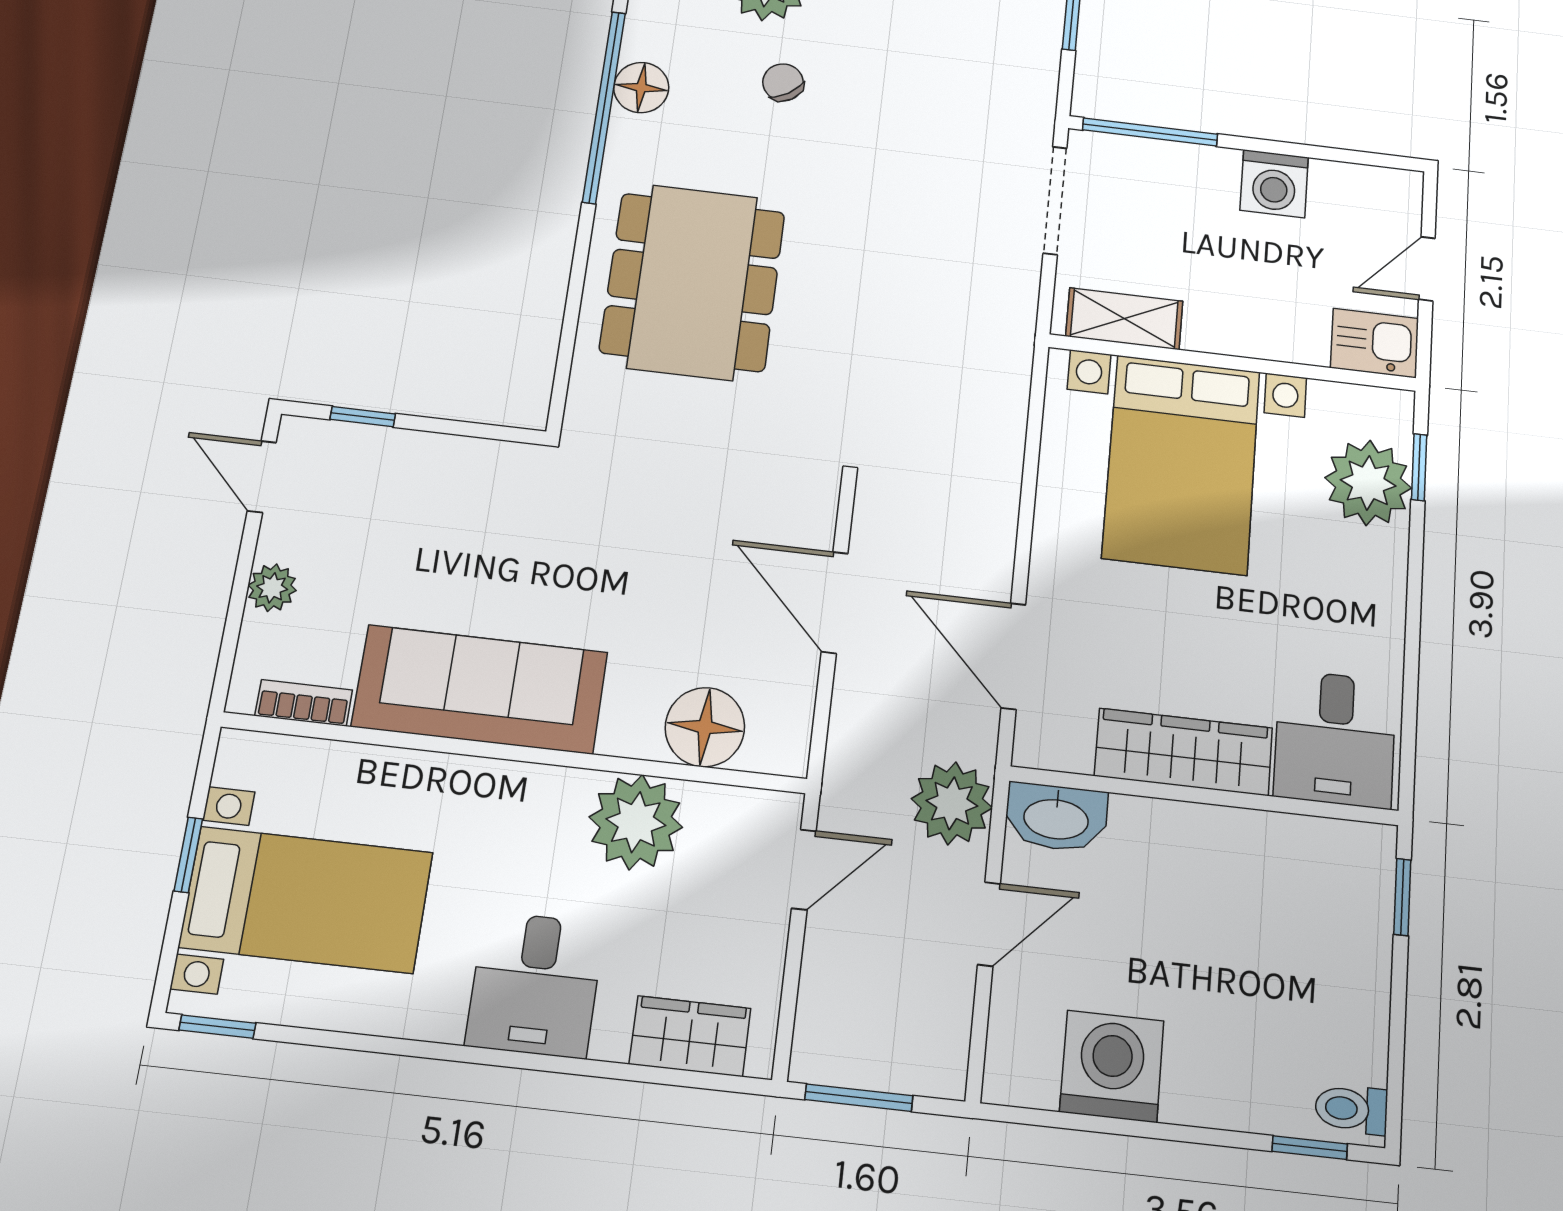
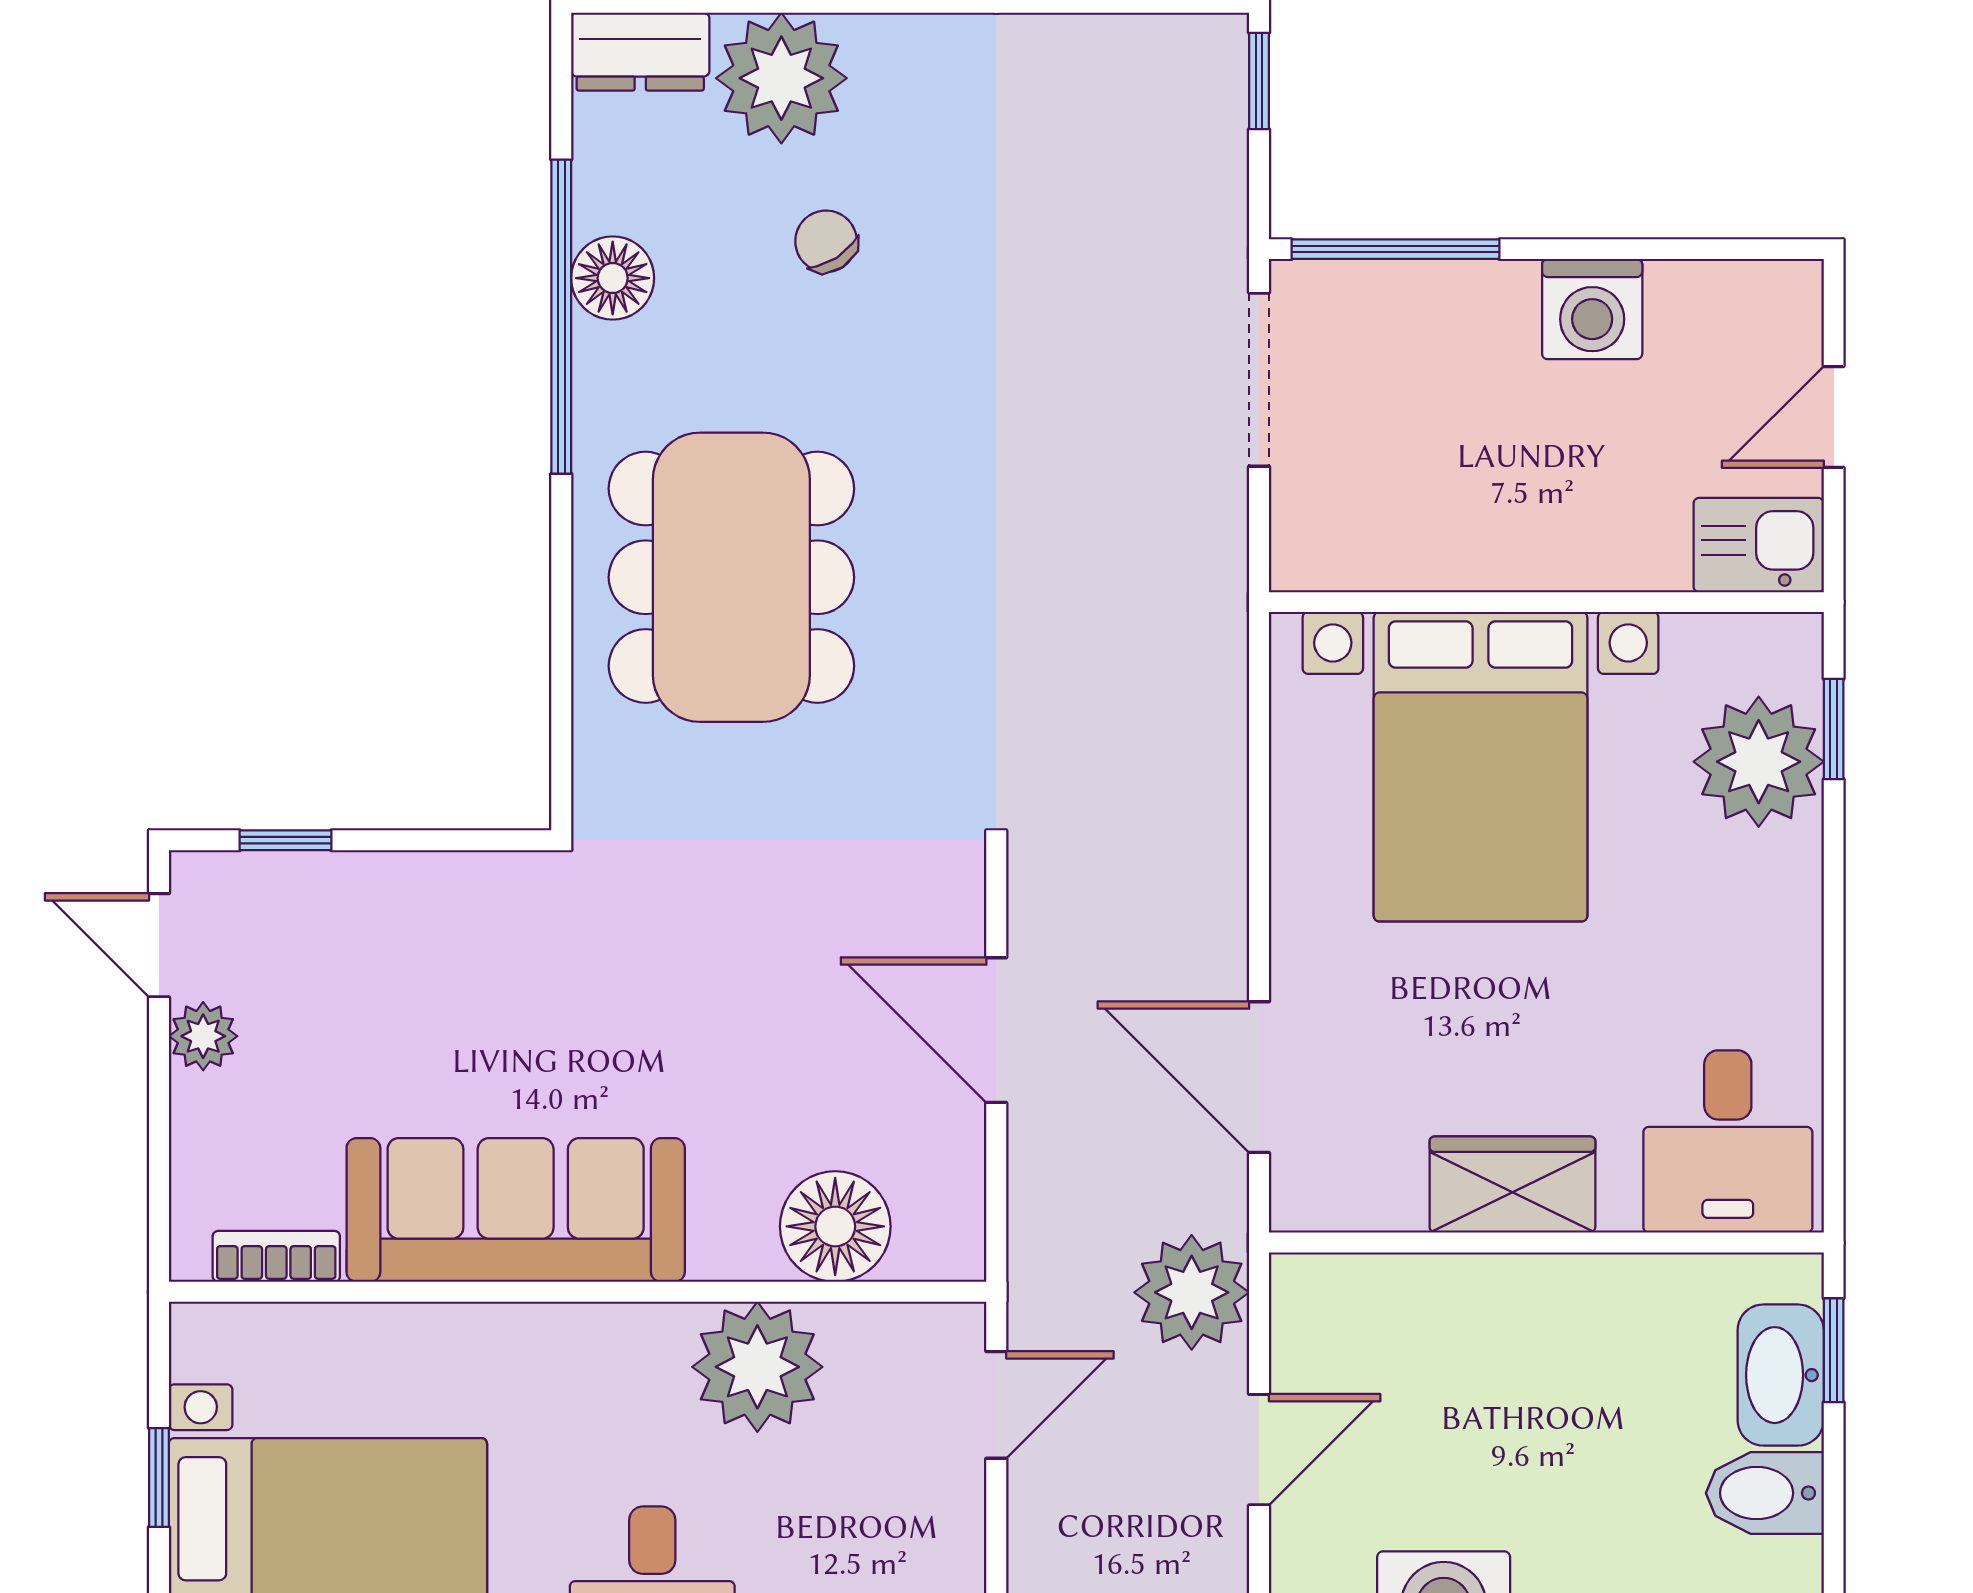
shelving: (1124, 319) -> (1379, 554), removed
plant: (272, 588) -> (203, 1036), moved
wardrobe: (1184, 752) -> (1512, 1185), width x0.67
washbasin: (1056, 817) -> (1781, 1375), moved, turned 90
bidet: (1349, 997) -> (1765, 1493), added

